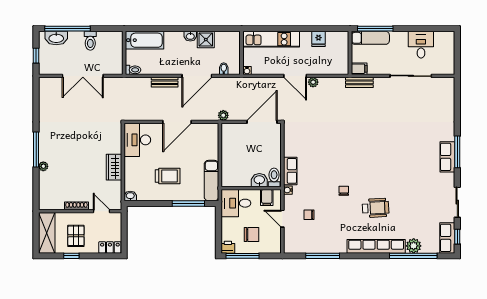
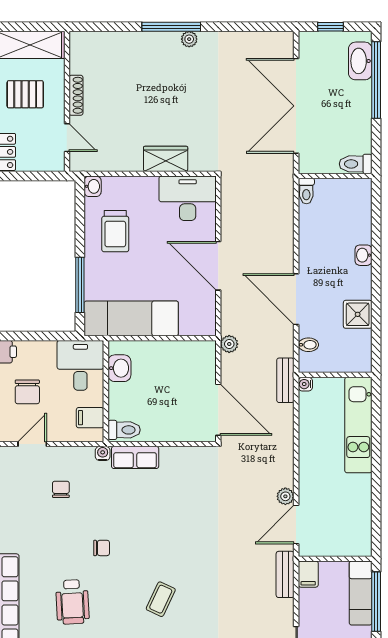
washbasin: (190, 36) -> (363, 255), moved
fridge: (318, 39) -> (359, 505), removed
bathtub: (145, 40) -> (357, 211), removed
toilet: (90, 41) -> (356, 164), moved
double door: (83, 76) -> (296, 106), width x1.36
door: (295, 76) -> (296, 525), moved
bench: (165, 82) -> (285, 380), moved
coffee table: (374, 156) -> (161, 599), added
plant: (43, 166) -> (189, 39), moved
wardrobe: (114, 167) -> (166, 159), moved
trolley: (168, 176) -> (115, 231), moved
washbasin: (259, 180) -> (119, 368), moved
exam couch: (211, 181) -> (131, 318), width x1.36, depth x1.45
door: (102, 211) -> (67, 138), hinge flipped
door: (282, 219) -> (32, 444), moved

